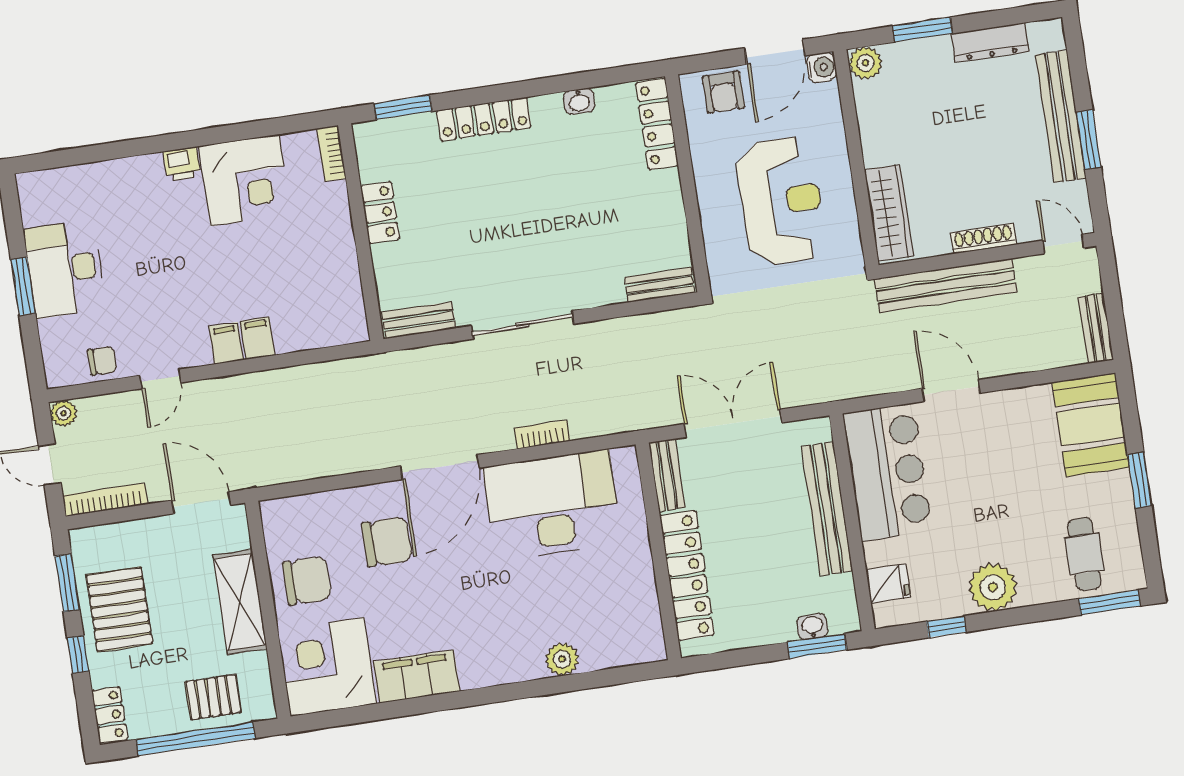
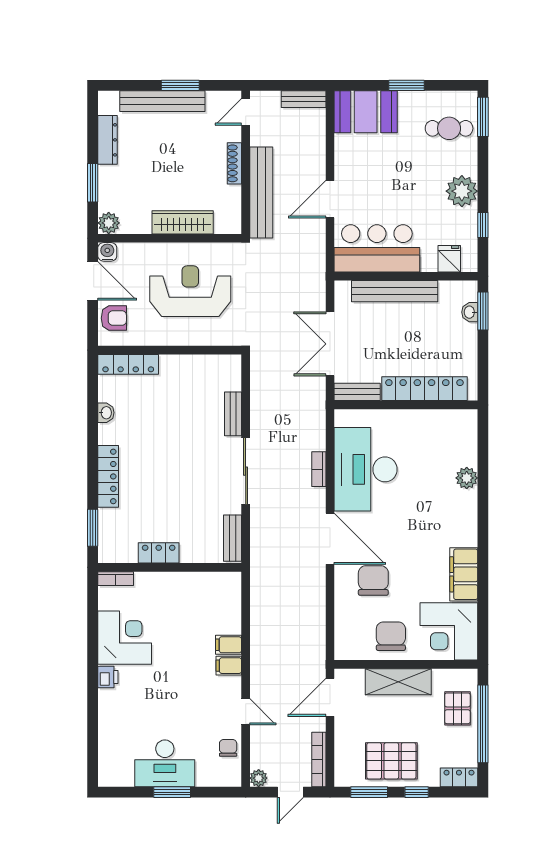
wardrobe: (889, 213) -> (183, 222), moved
bench: (659, 285) -> (233, 414), moved

